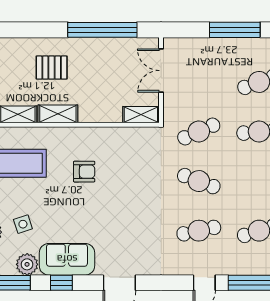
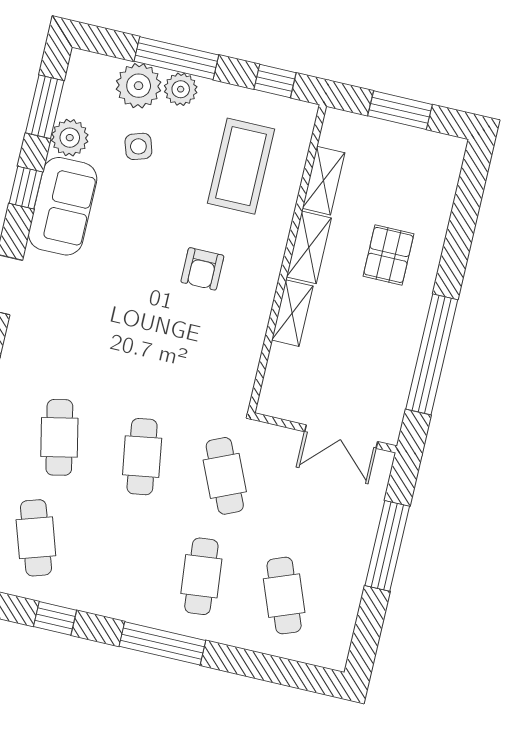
window: (235, 30) -> (387, 546), moved
double door: (161, 71) -> (341, 437), swing flipped
shelving: (141, 115) -> (292, 313), moved
cafe table: (199, 181) -> (142, 457), turned -30

